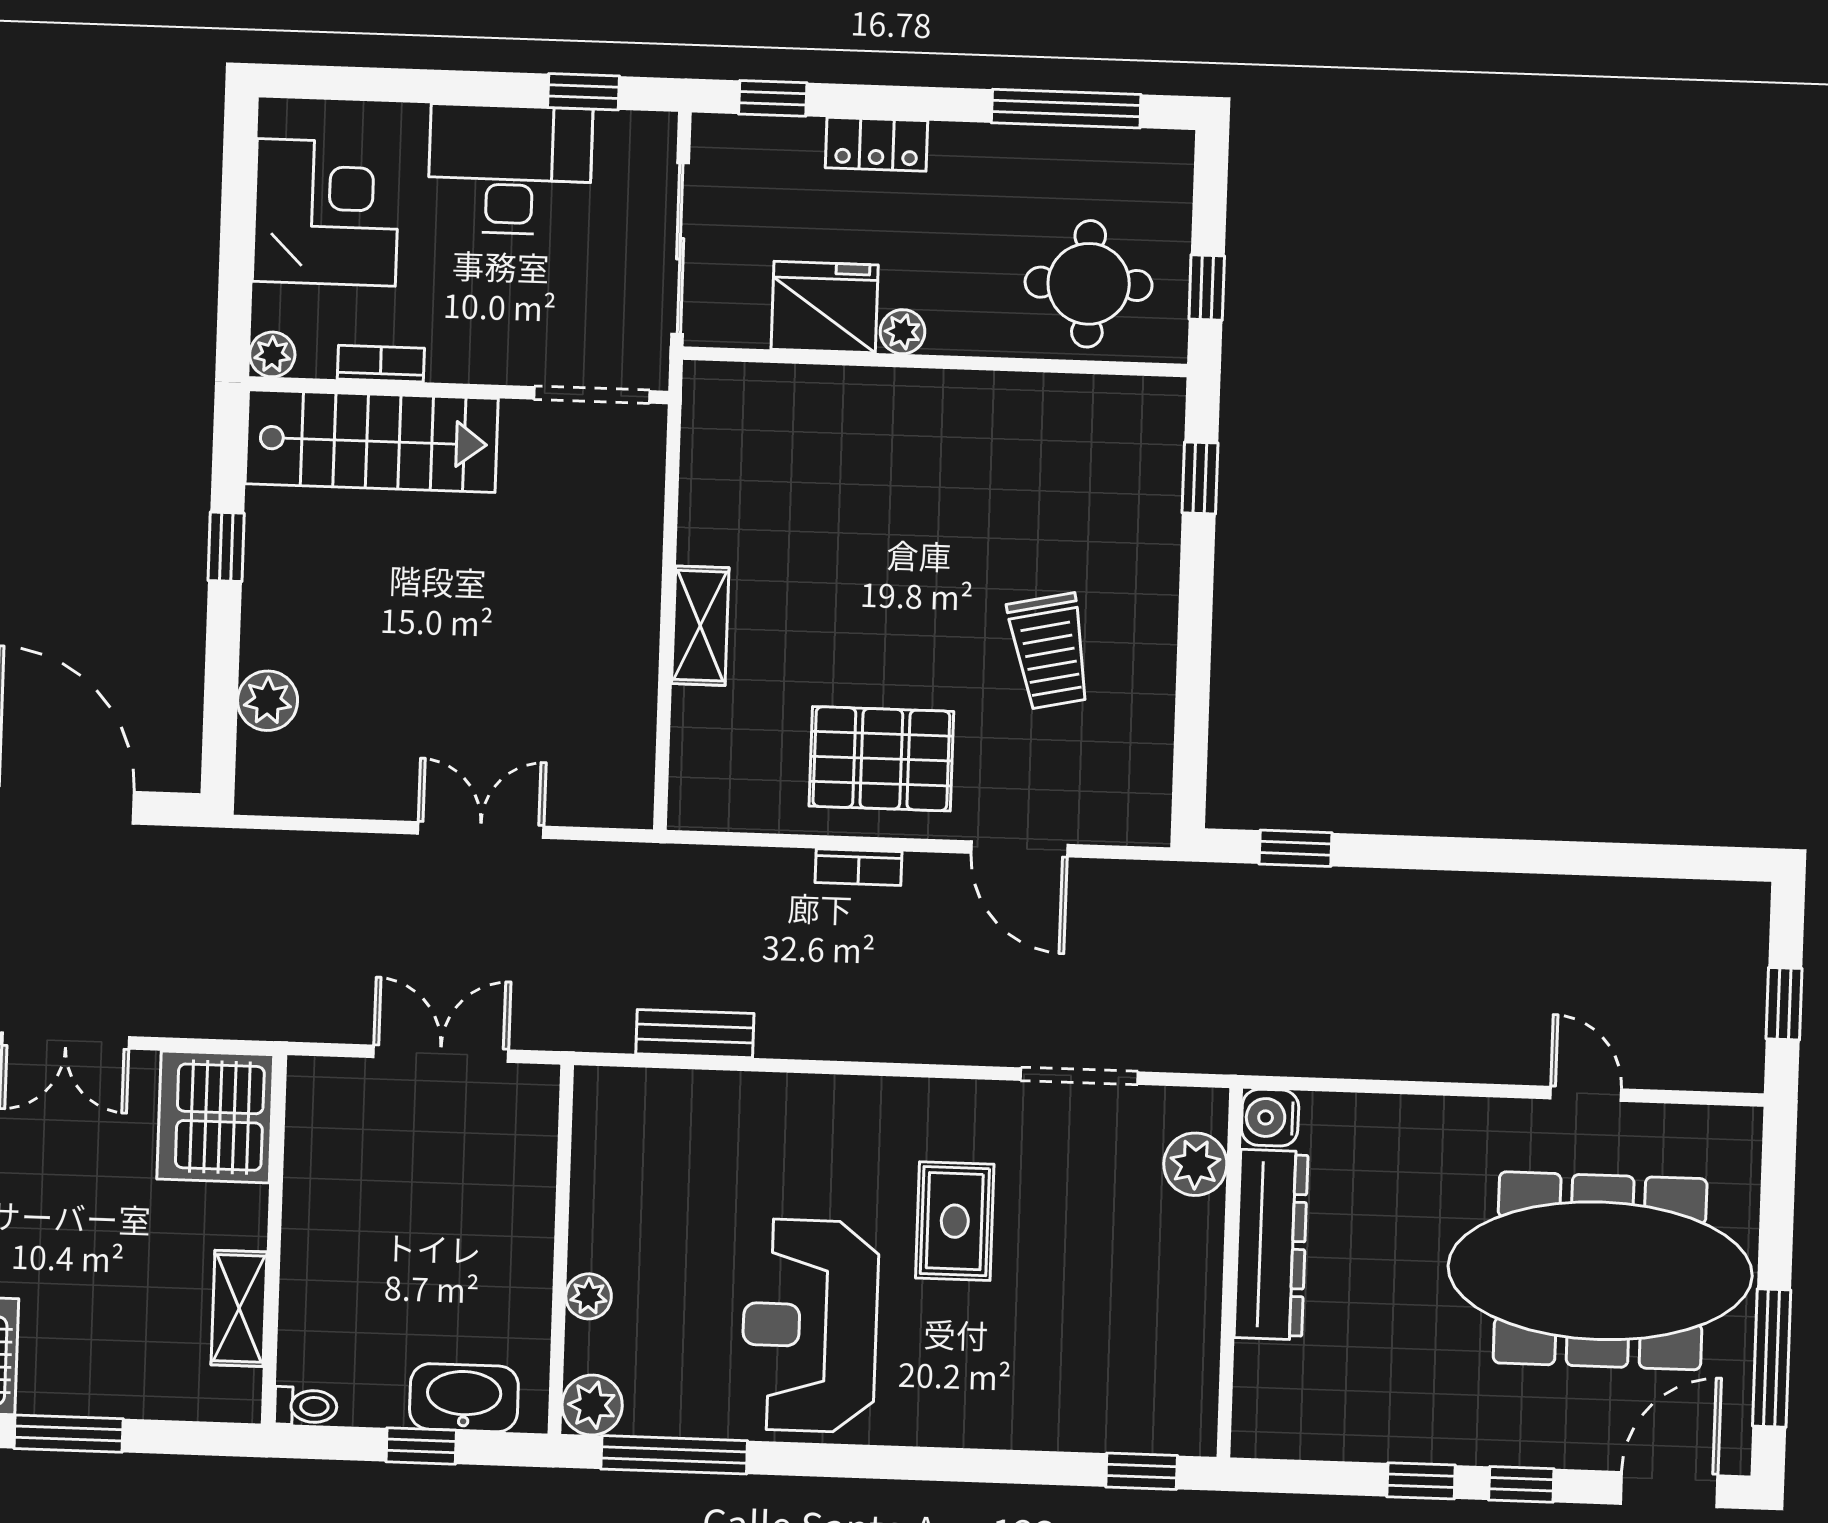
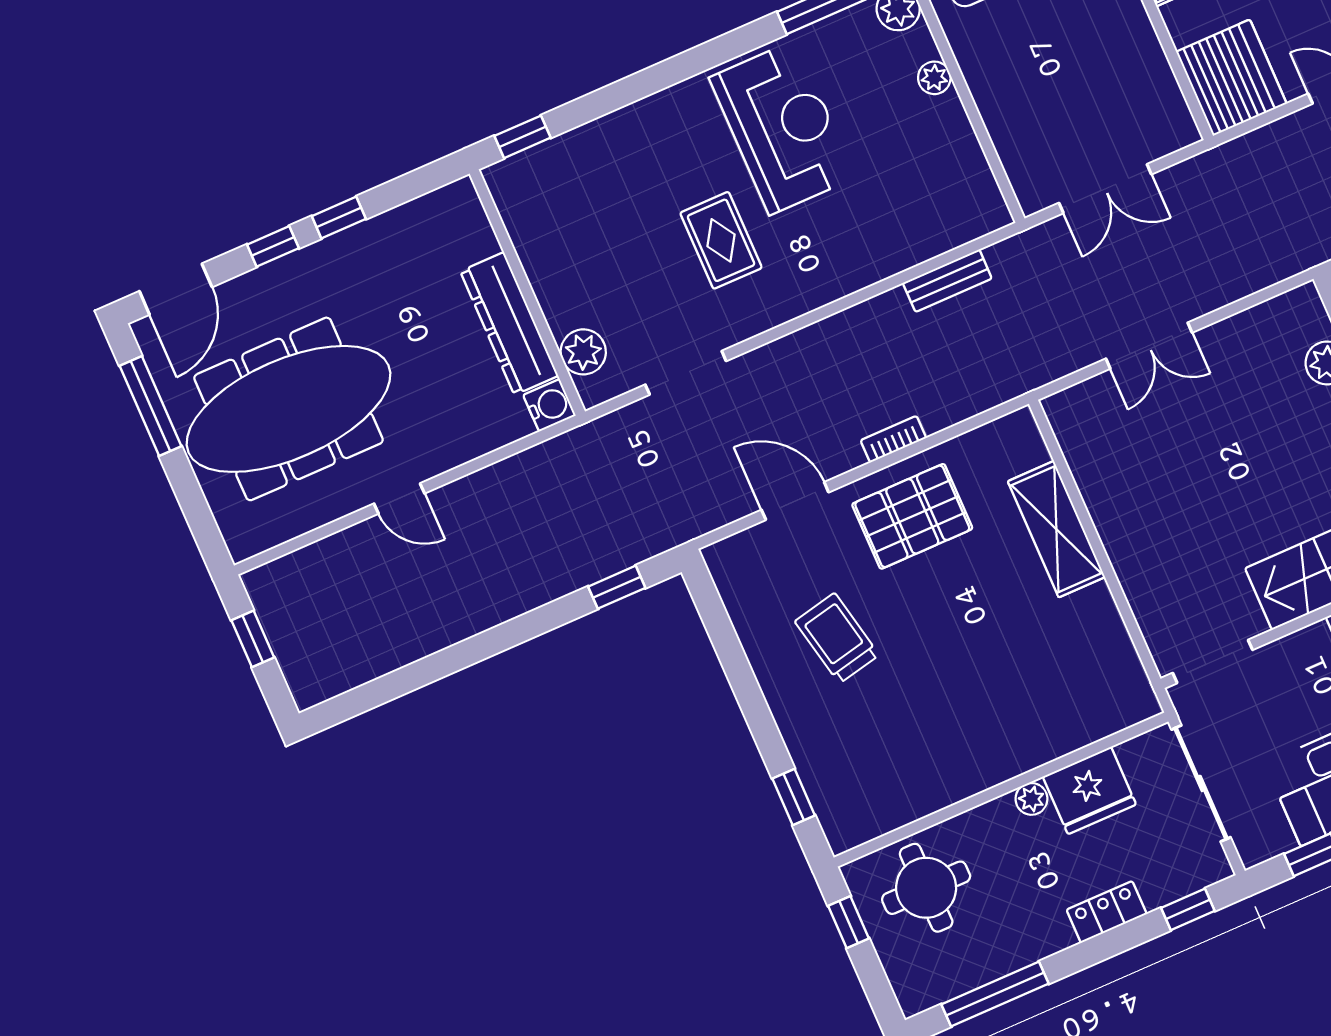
shelving: (700, 626) -> (1056, 529), width x1.50, depth x1.33
door: (1586, 1094) -> (399, 498), moved

